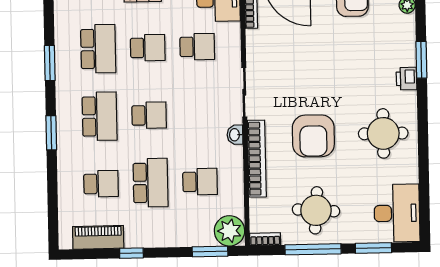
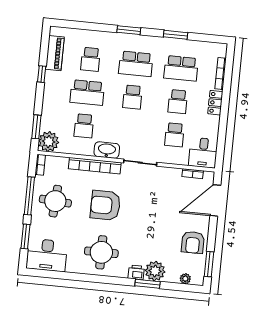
plant: (401, 51) -> (155, 271), added
washbasin: (235, 135) -> (107, 150), width x1.91, depth x1.45

